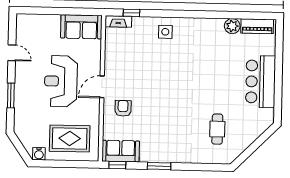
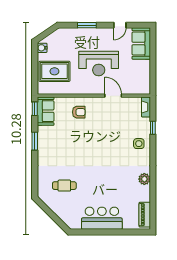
window: (132, 13) -> (153, 128), moved
plant: (232, 26) -> (144, 179), moved
sofa: (81, 27) -> (141, 44), moved
reception desk: (61, 81) -> (99, 64), turned 180
door: (102, 87) -> (113, 96), moved
rug: (70, 138) -> (54, 71), turned 90

